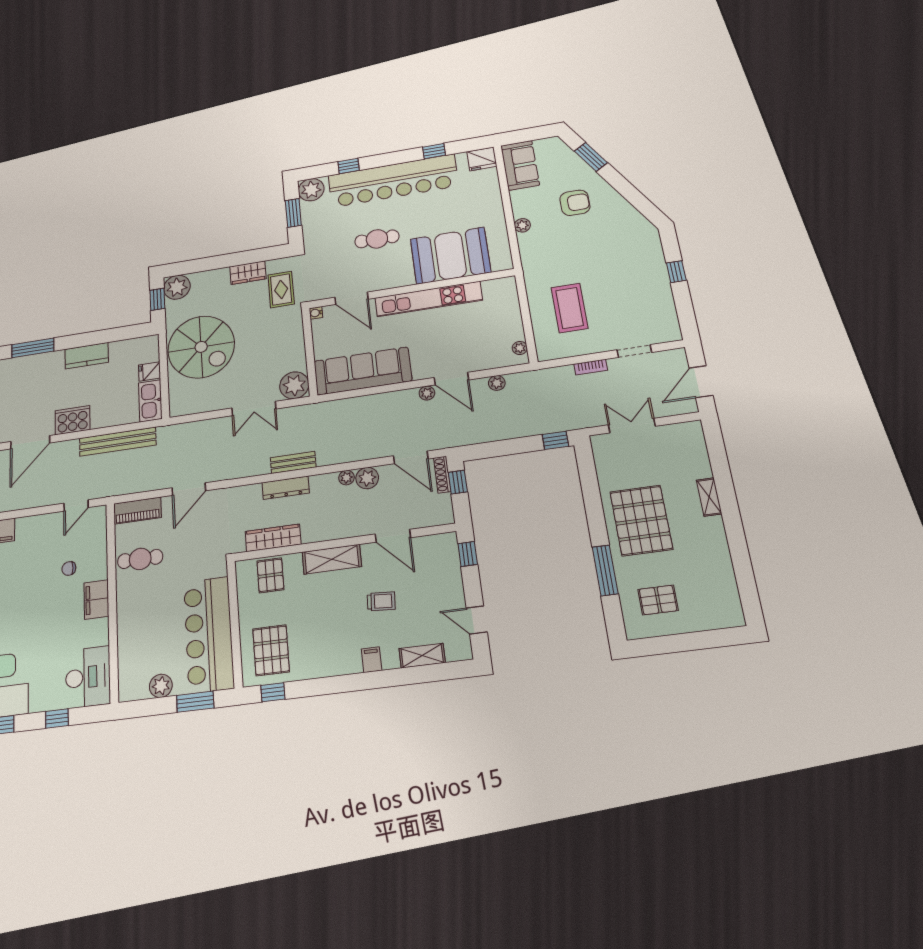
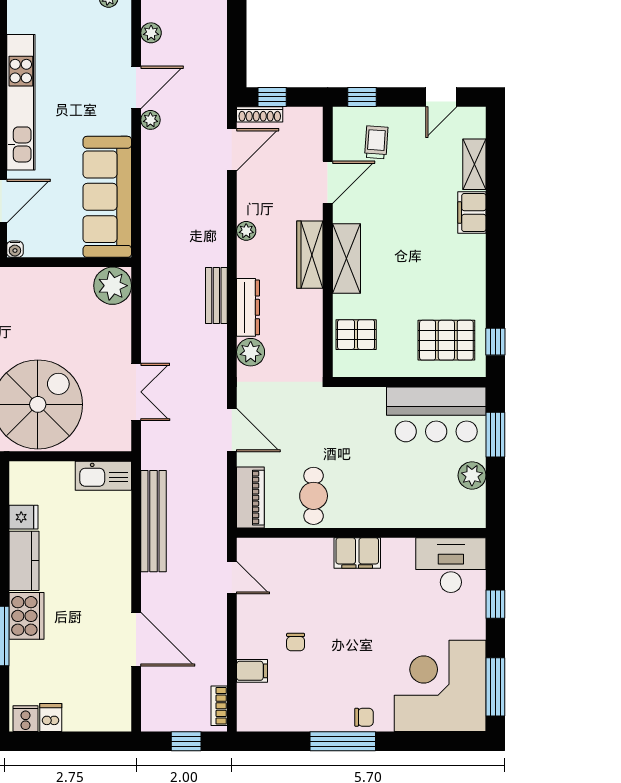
fridge: (149, 371) -> (24, 517), moved, turned -90
double door: (254, 409) -> (136, 392), moved
cooker: (73, 420) -> (26, 616), moved, turned 180
plant: (367, 478) -> (251, 352), moved
wardrobe: (273, 538) -> (310, 255), moved
chair: (69, 568) -> (296, 642), moved
trolley: (381, 601) -> (376, 142), moved
bar counter: (209, 634) -> (436, 414), width x0.73
filing cabinet: (372, 660) -> (472, 212), width x2.00

